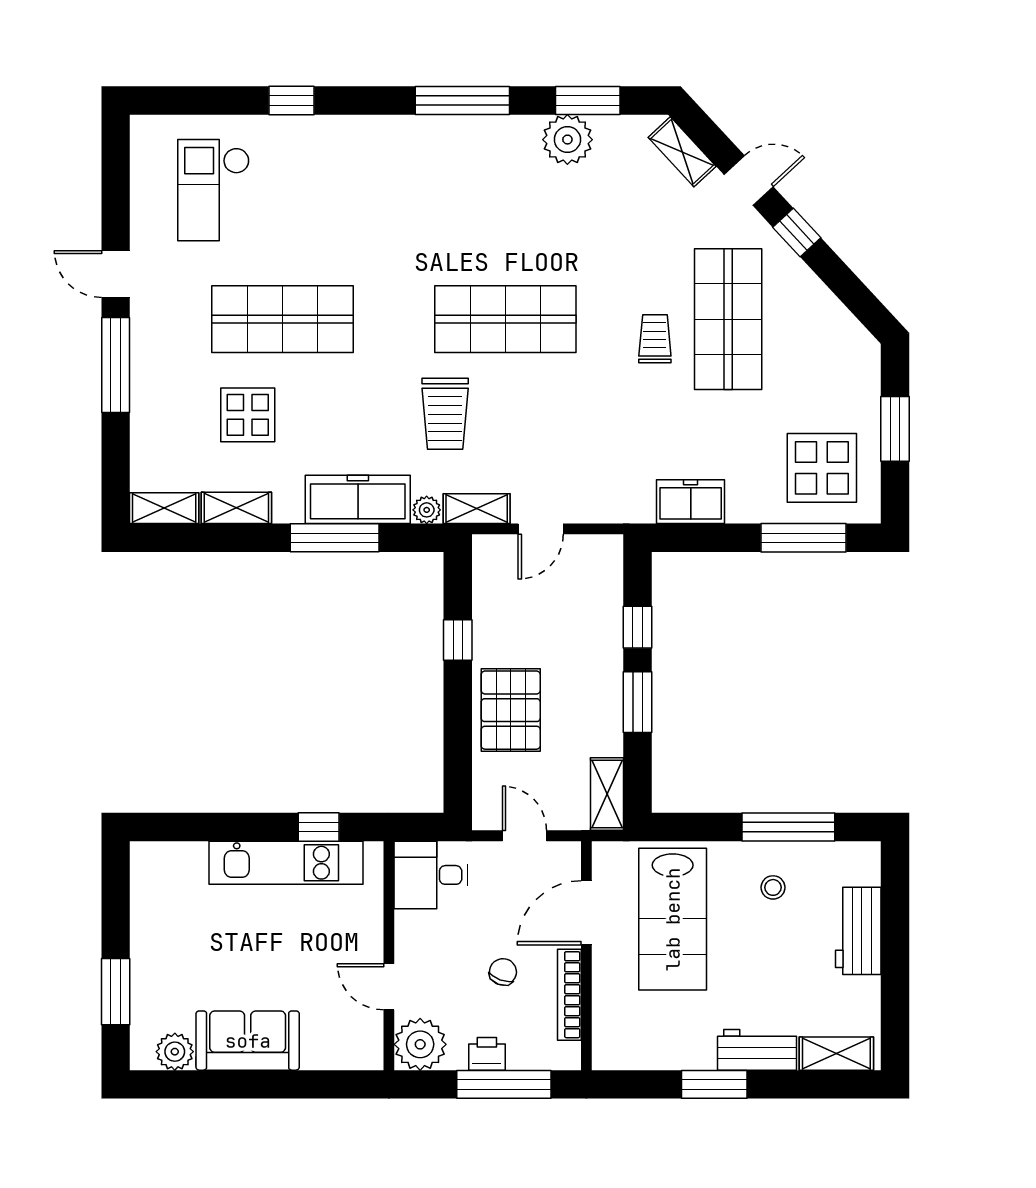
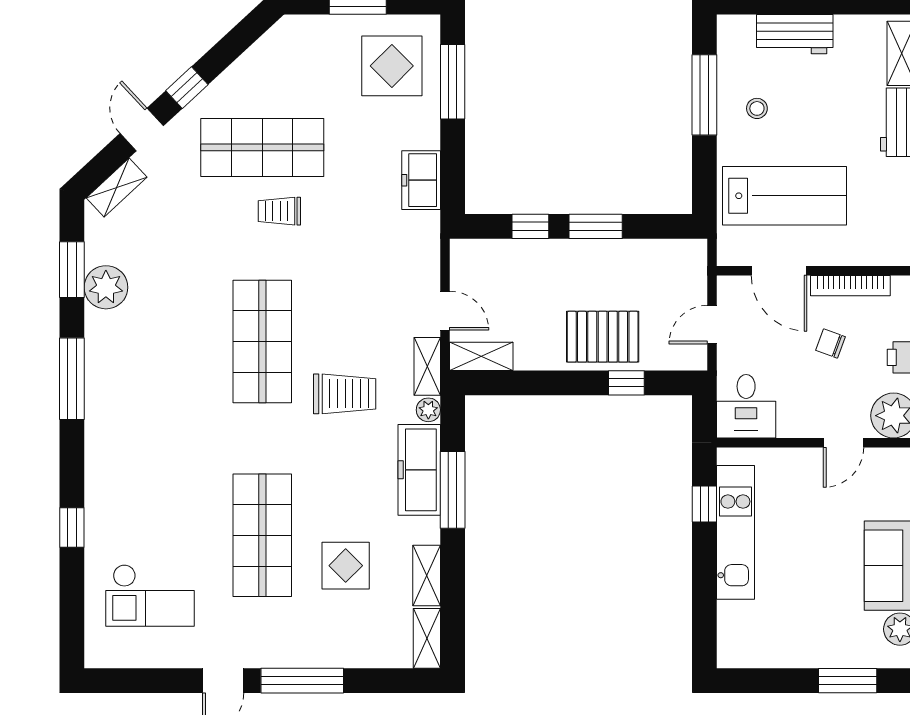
window: (458, 640) -> (626, 383), moved
shelving: (607, 794) -> (481, 356), moved

